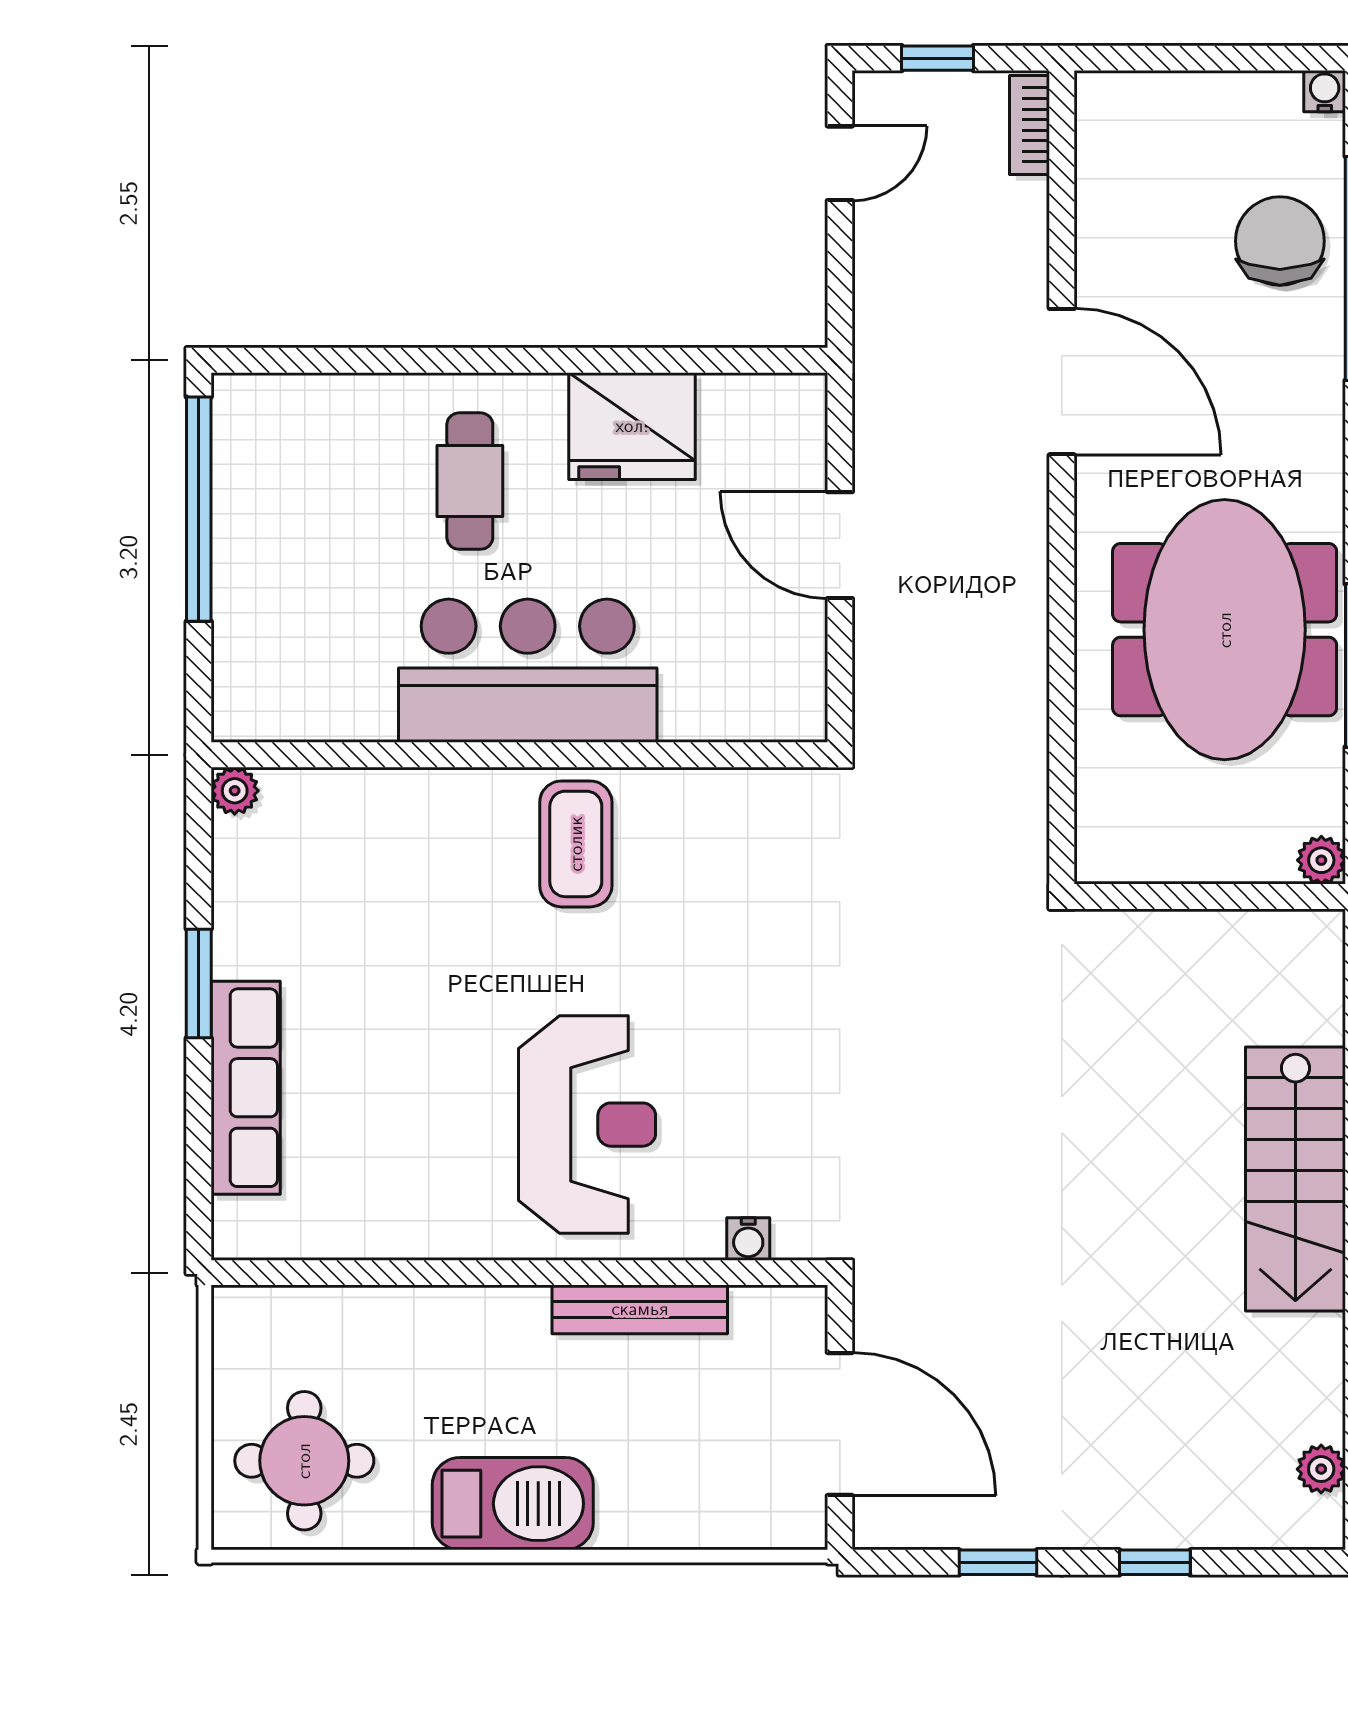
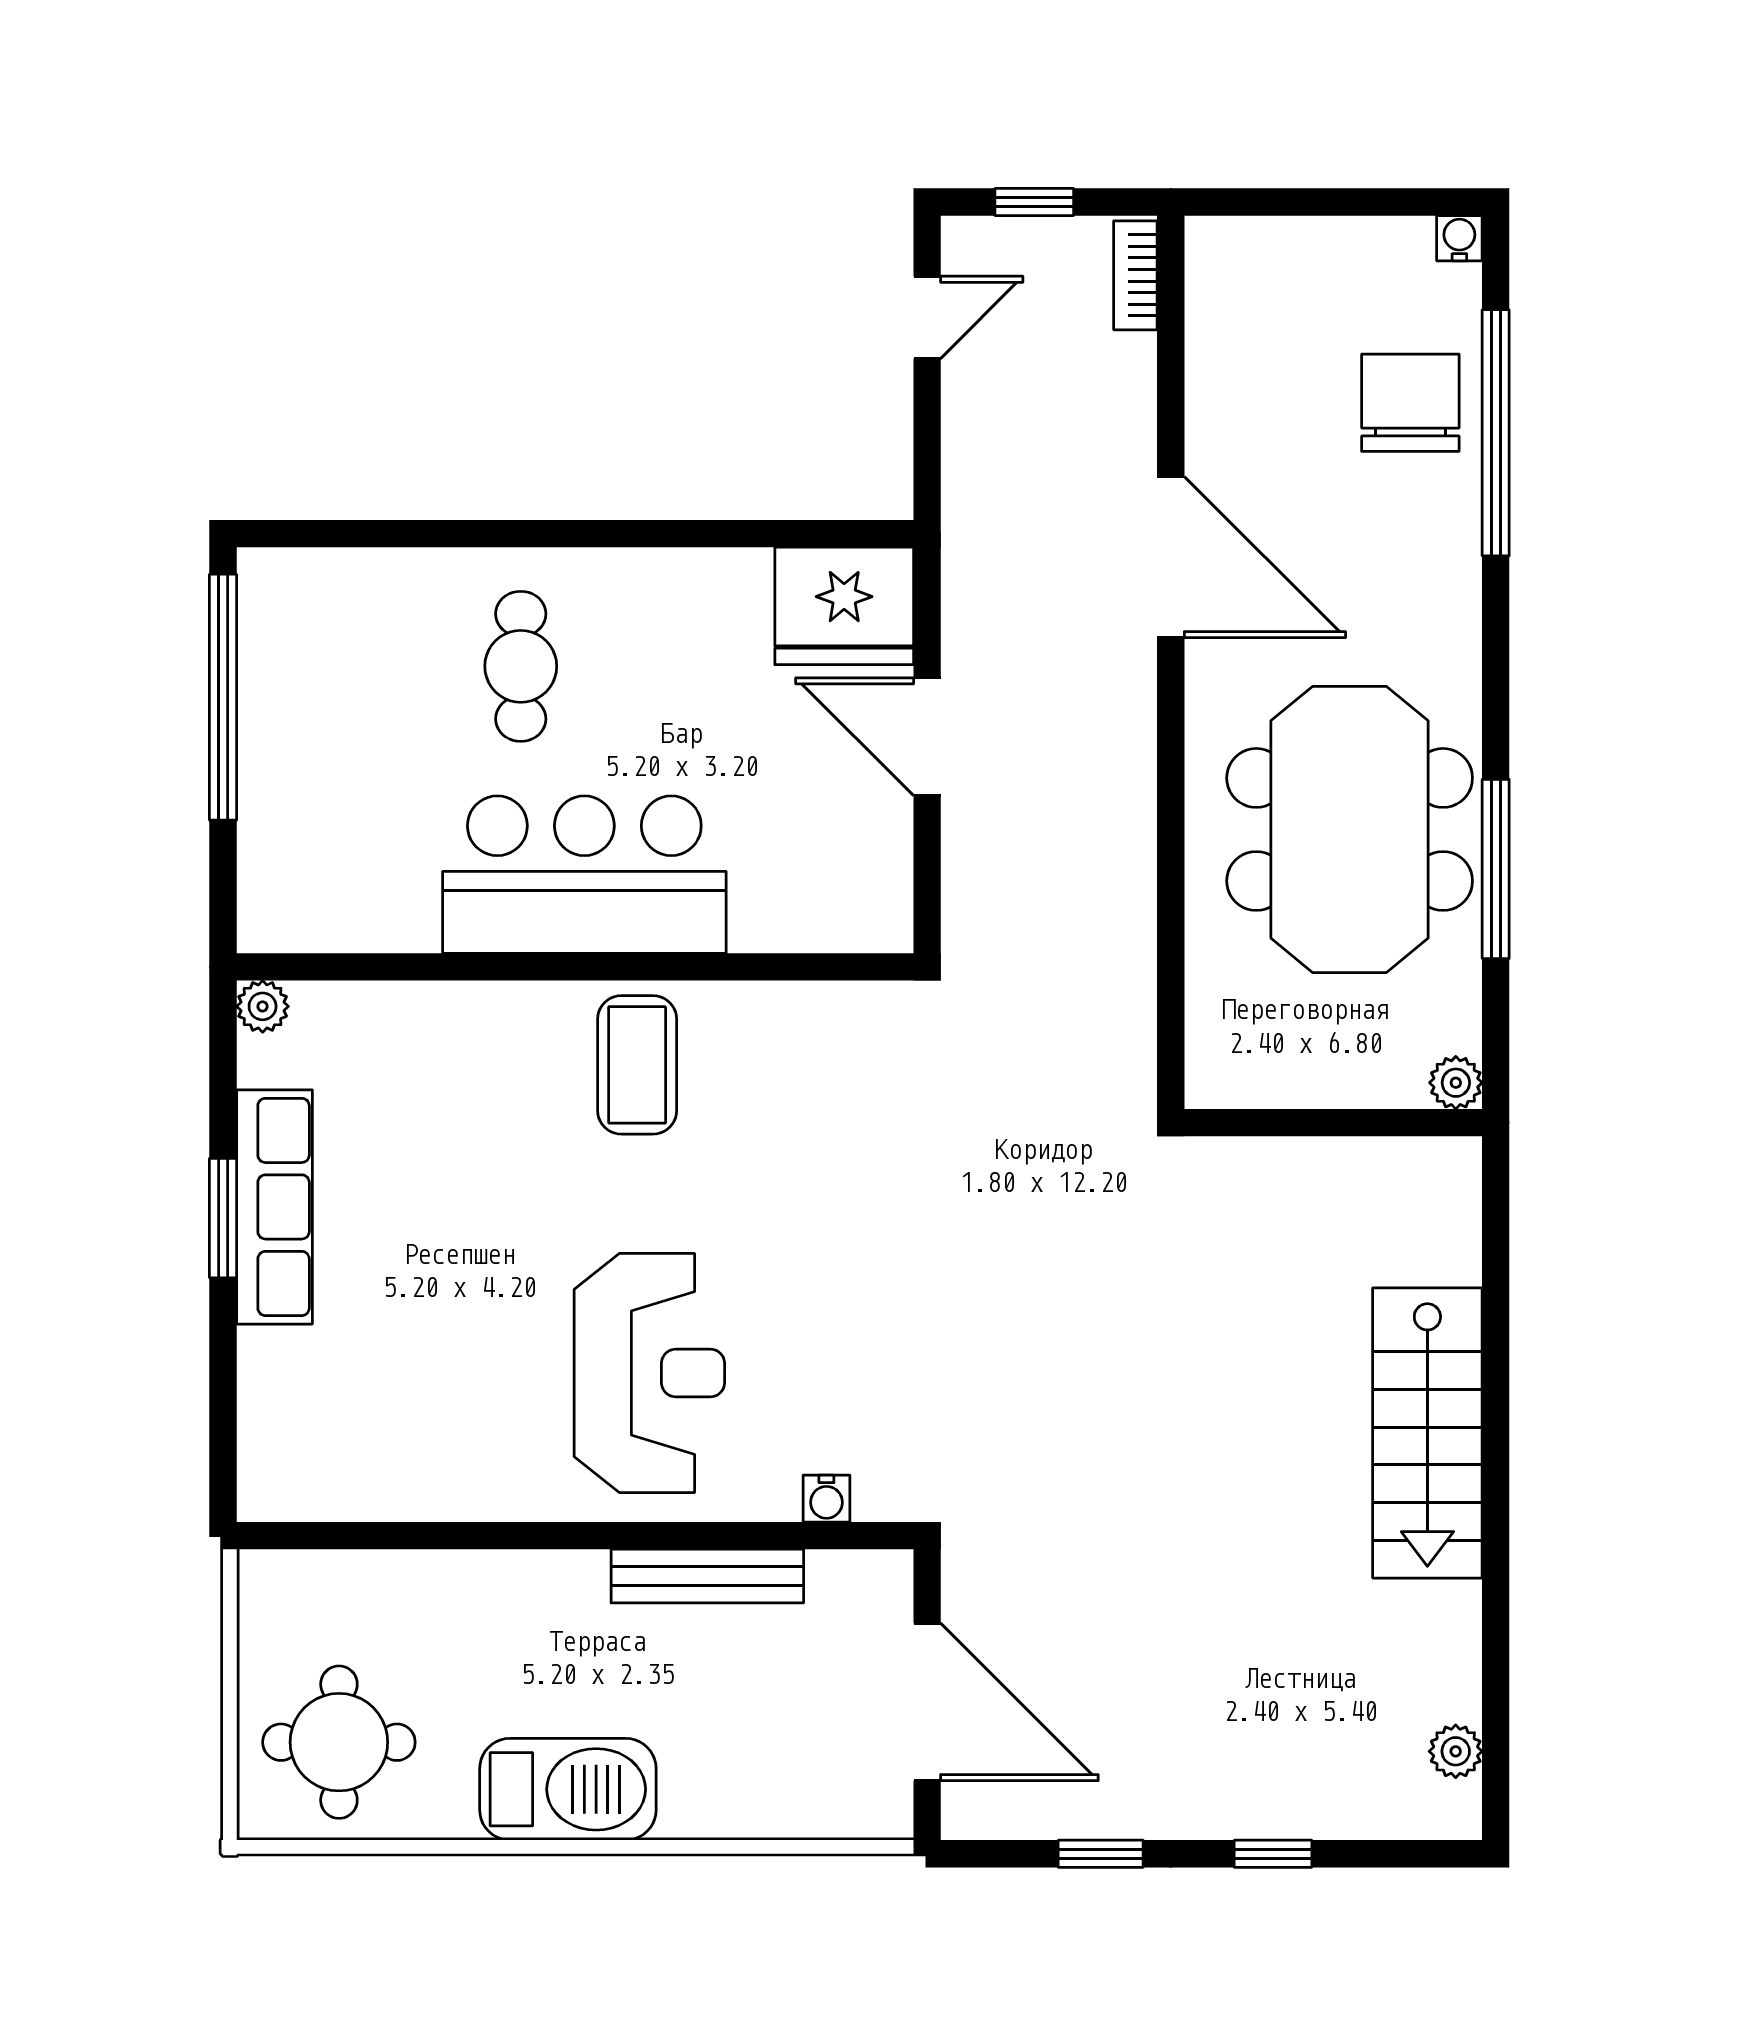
fridge: (632, 426) -> (844, 606), moved
row of seats: (246, 1088) -> (274, 1207), moved

